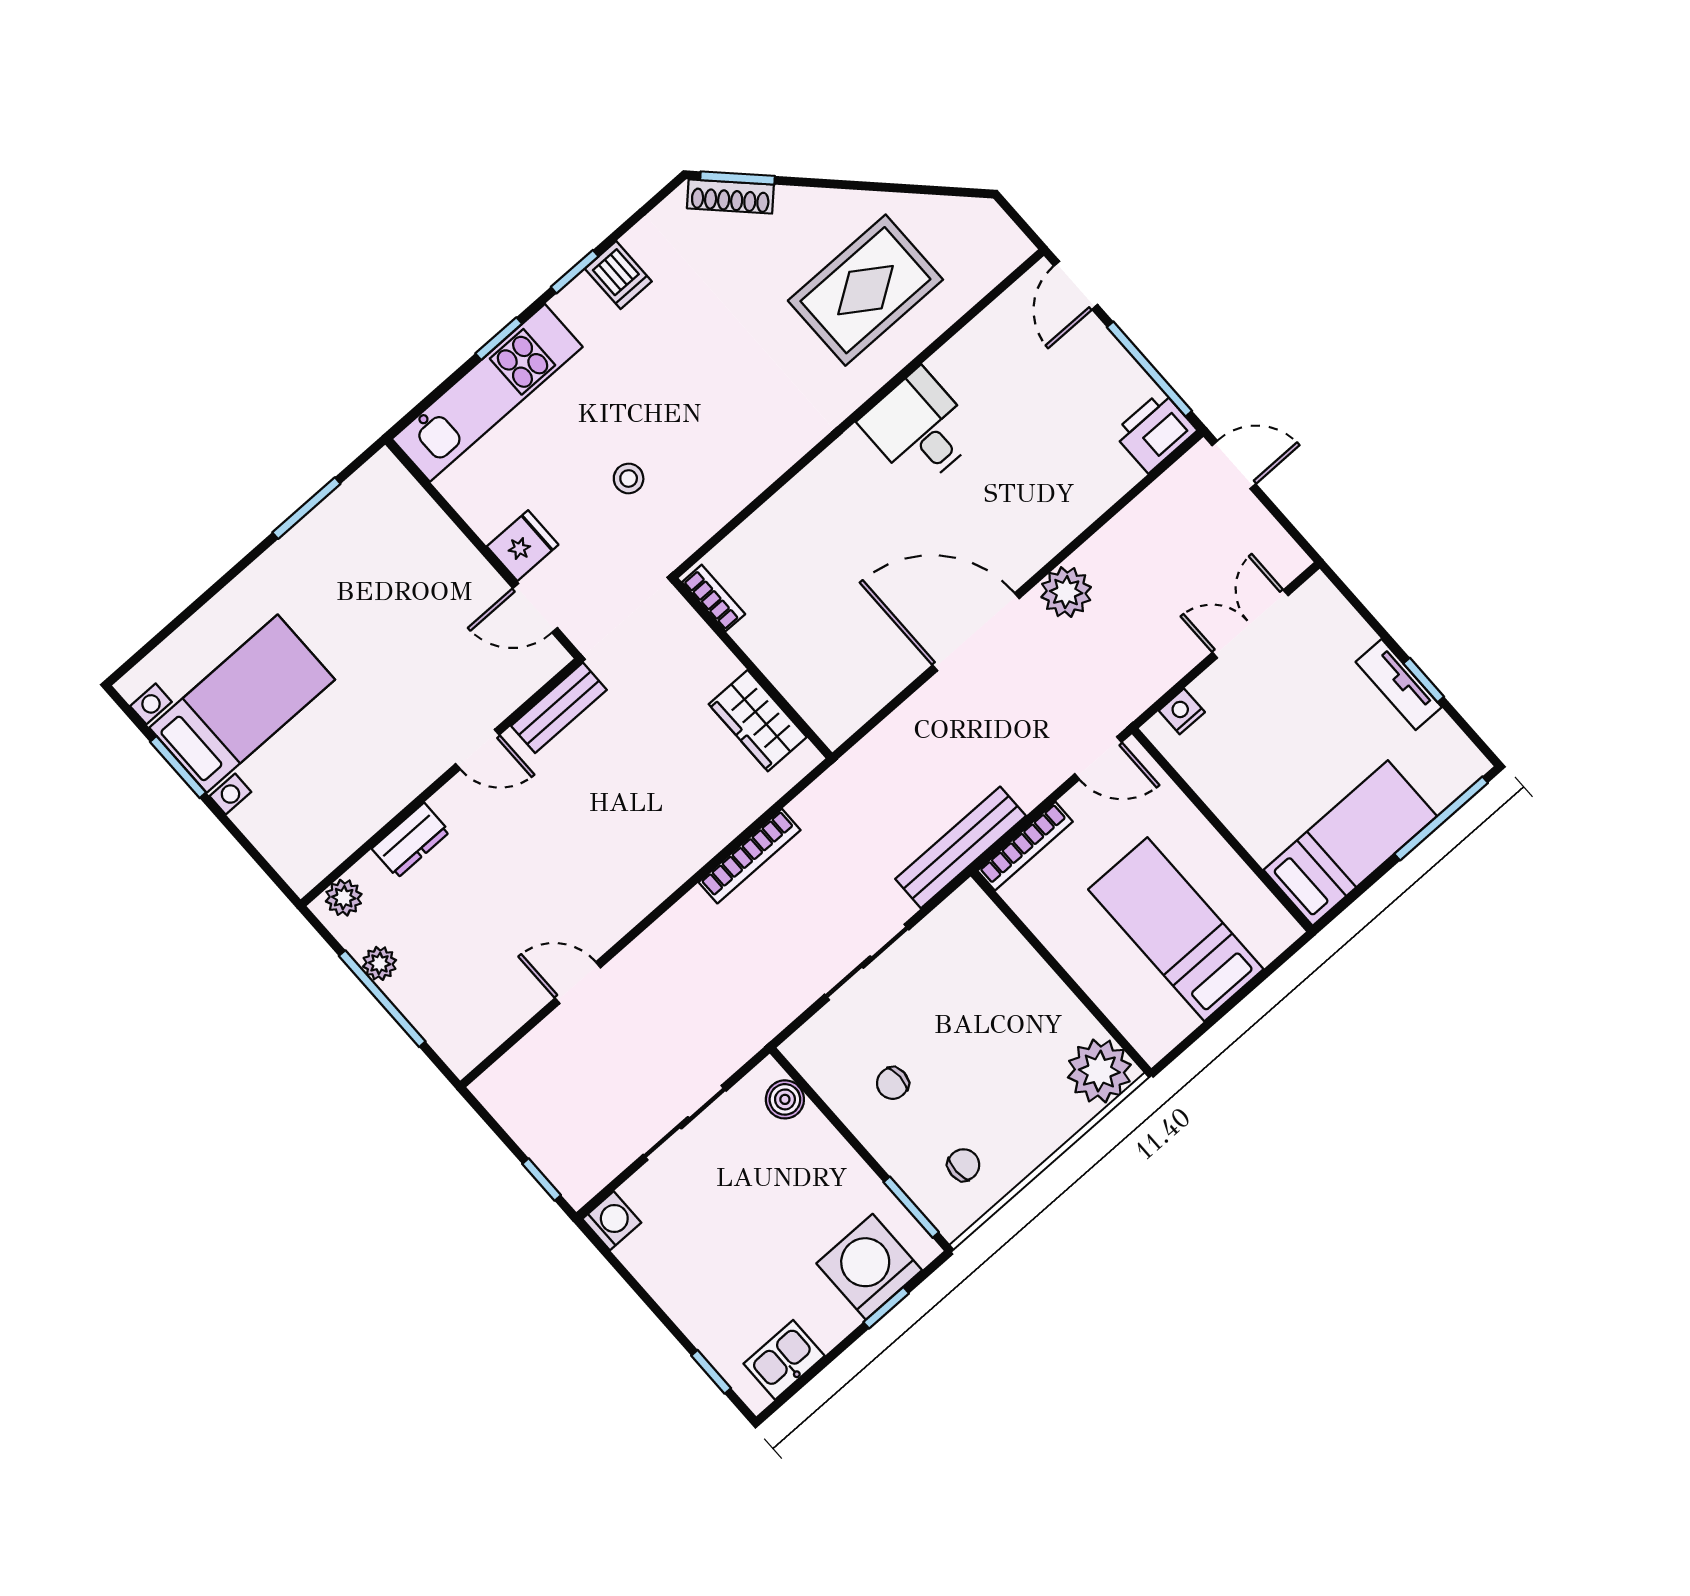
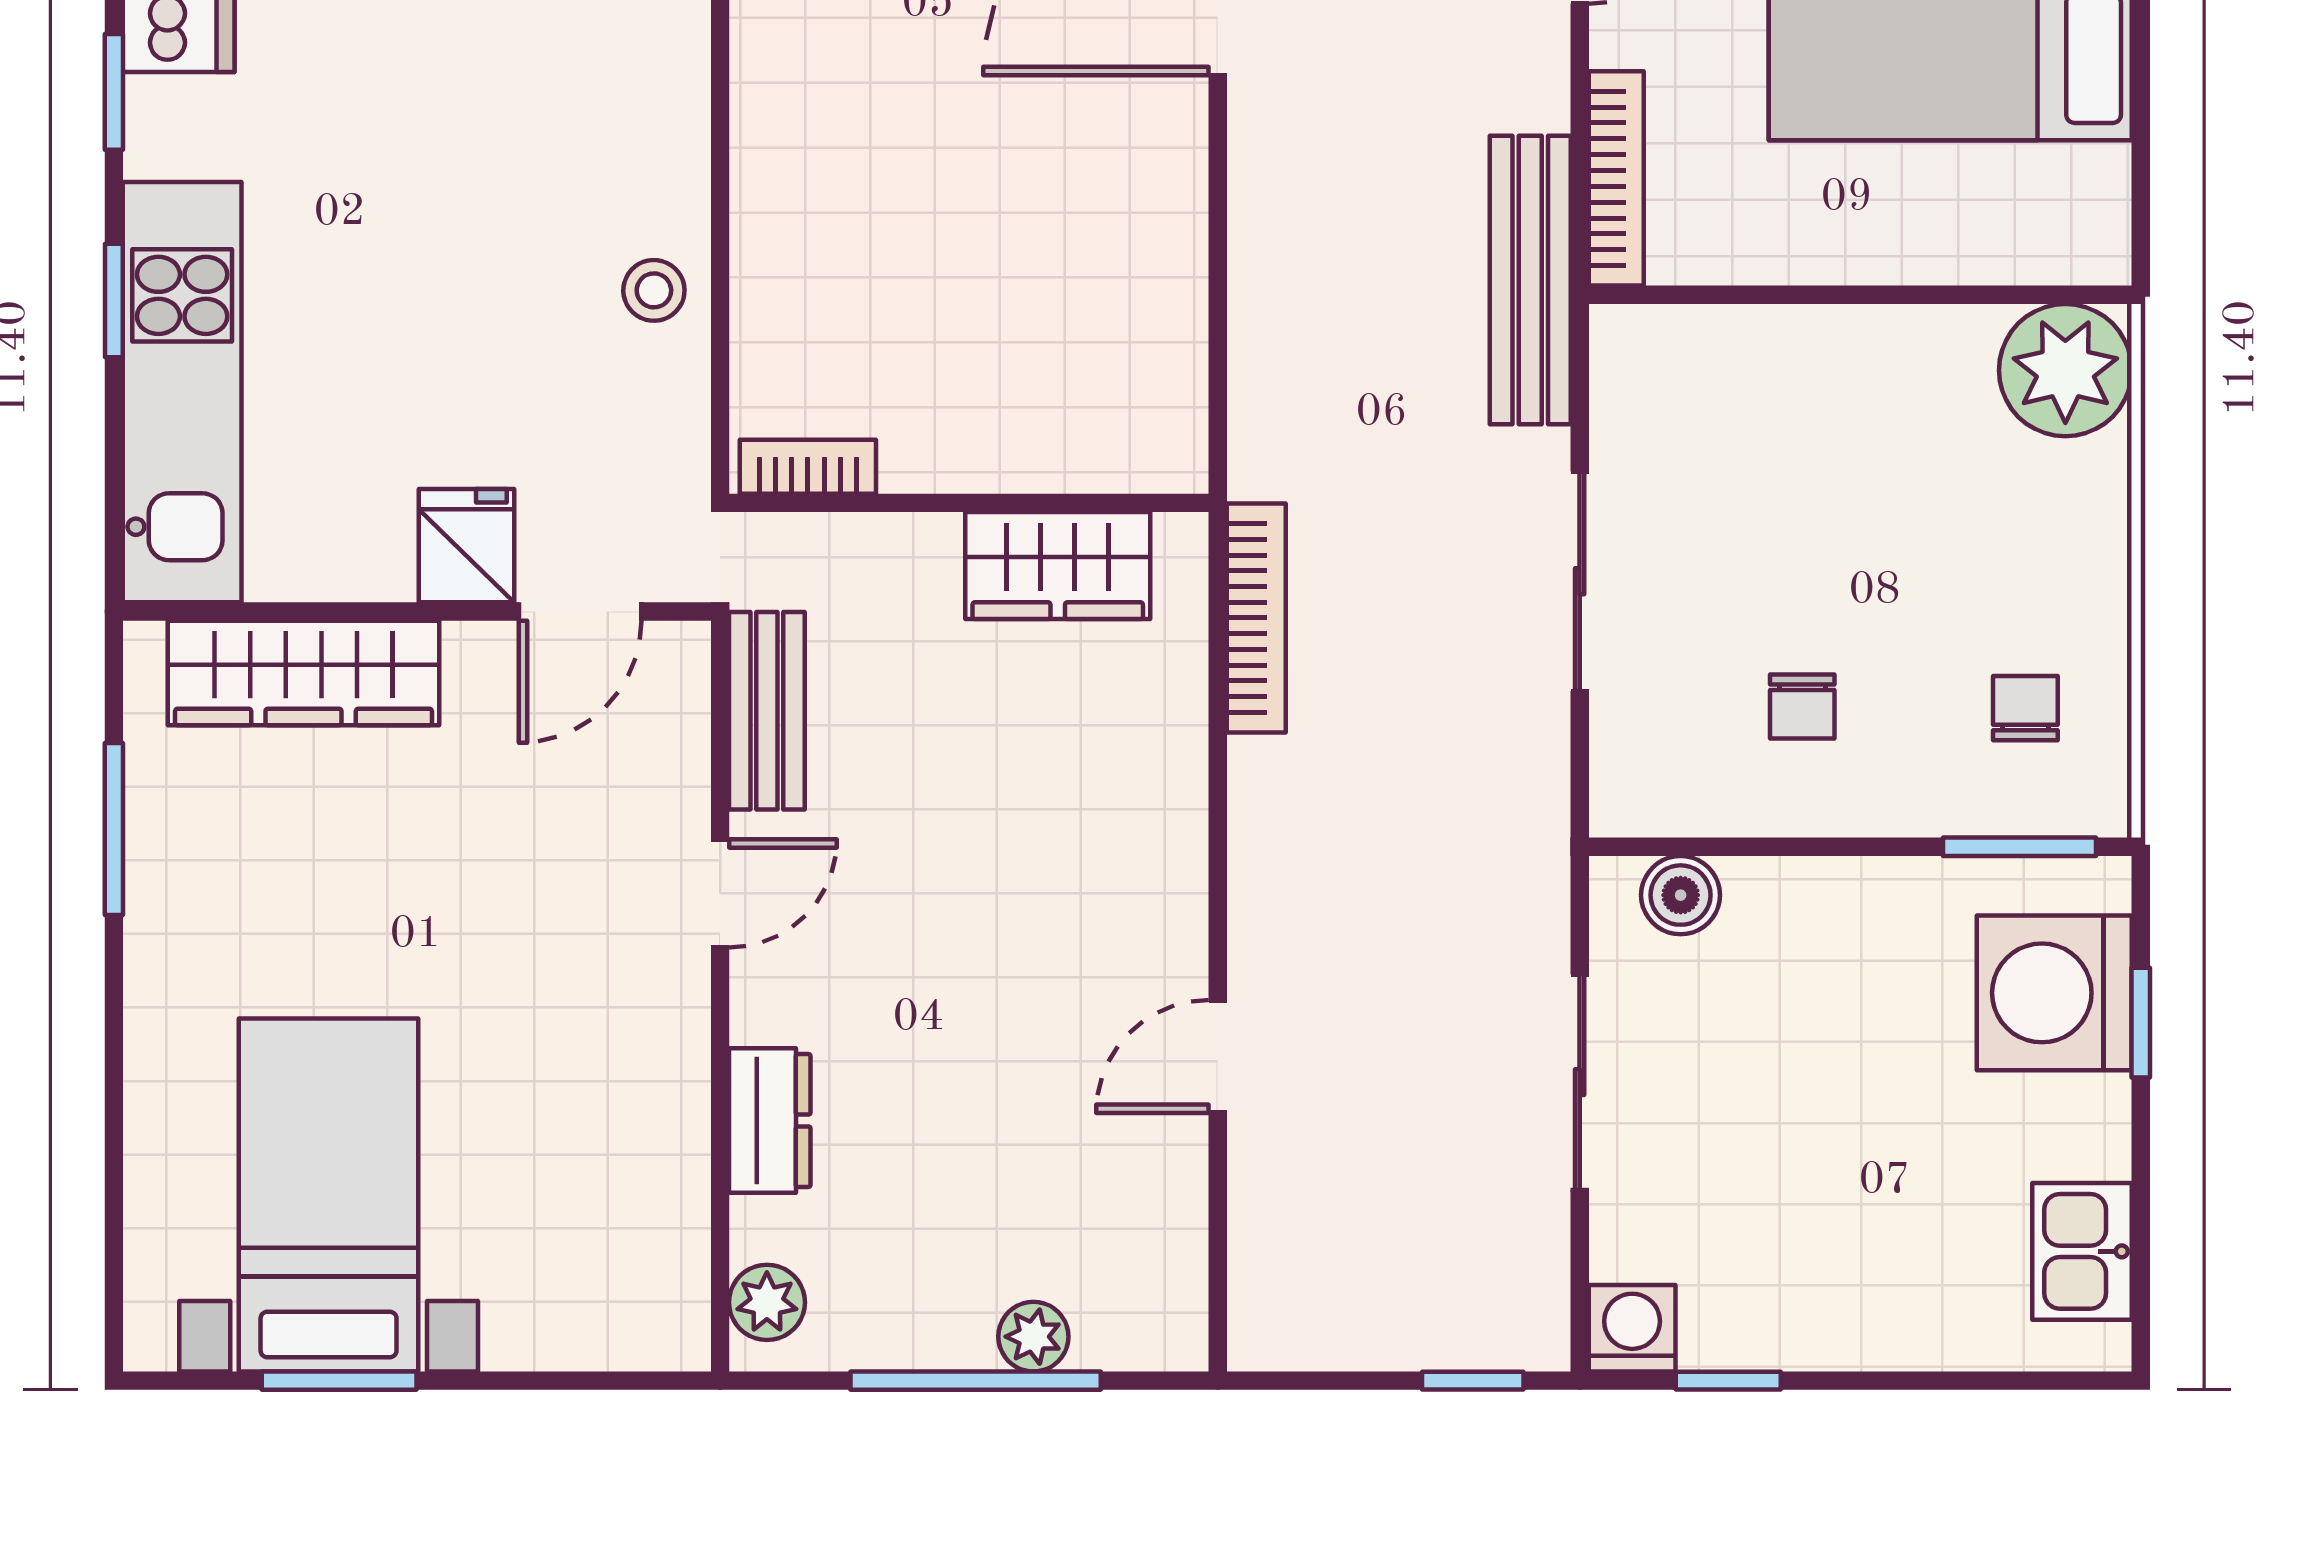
stool: (629, 478) -> (654, 290), moved
wardrobe: (424, 527) -> (303, 673), added
bookcase: (714, 598) -> (808, 467), moved
wall: (752, 668) -> (969, 503), moved
wardrobe: (758, 721) -> (1058, 566), moved
plant: (380, 963) -> (1033, 1337), moved
window: (711, 1372) -> (1728, 1381), moved

